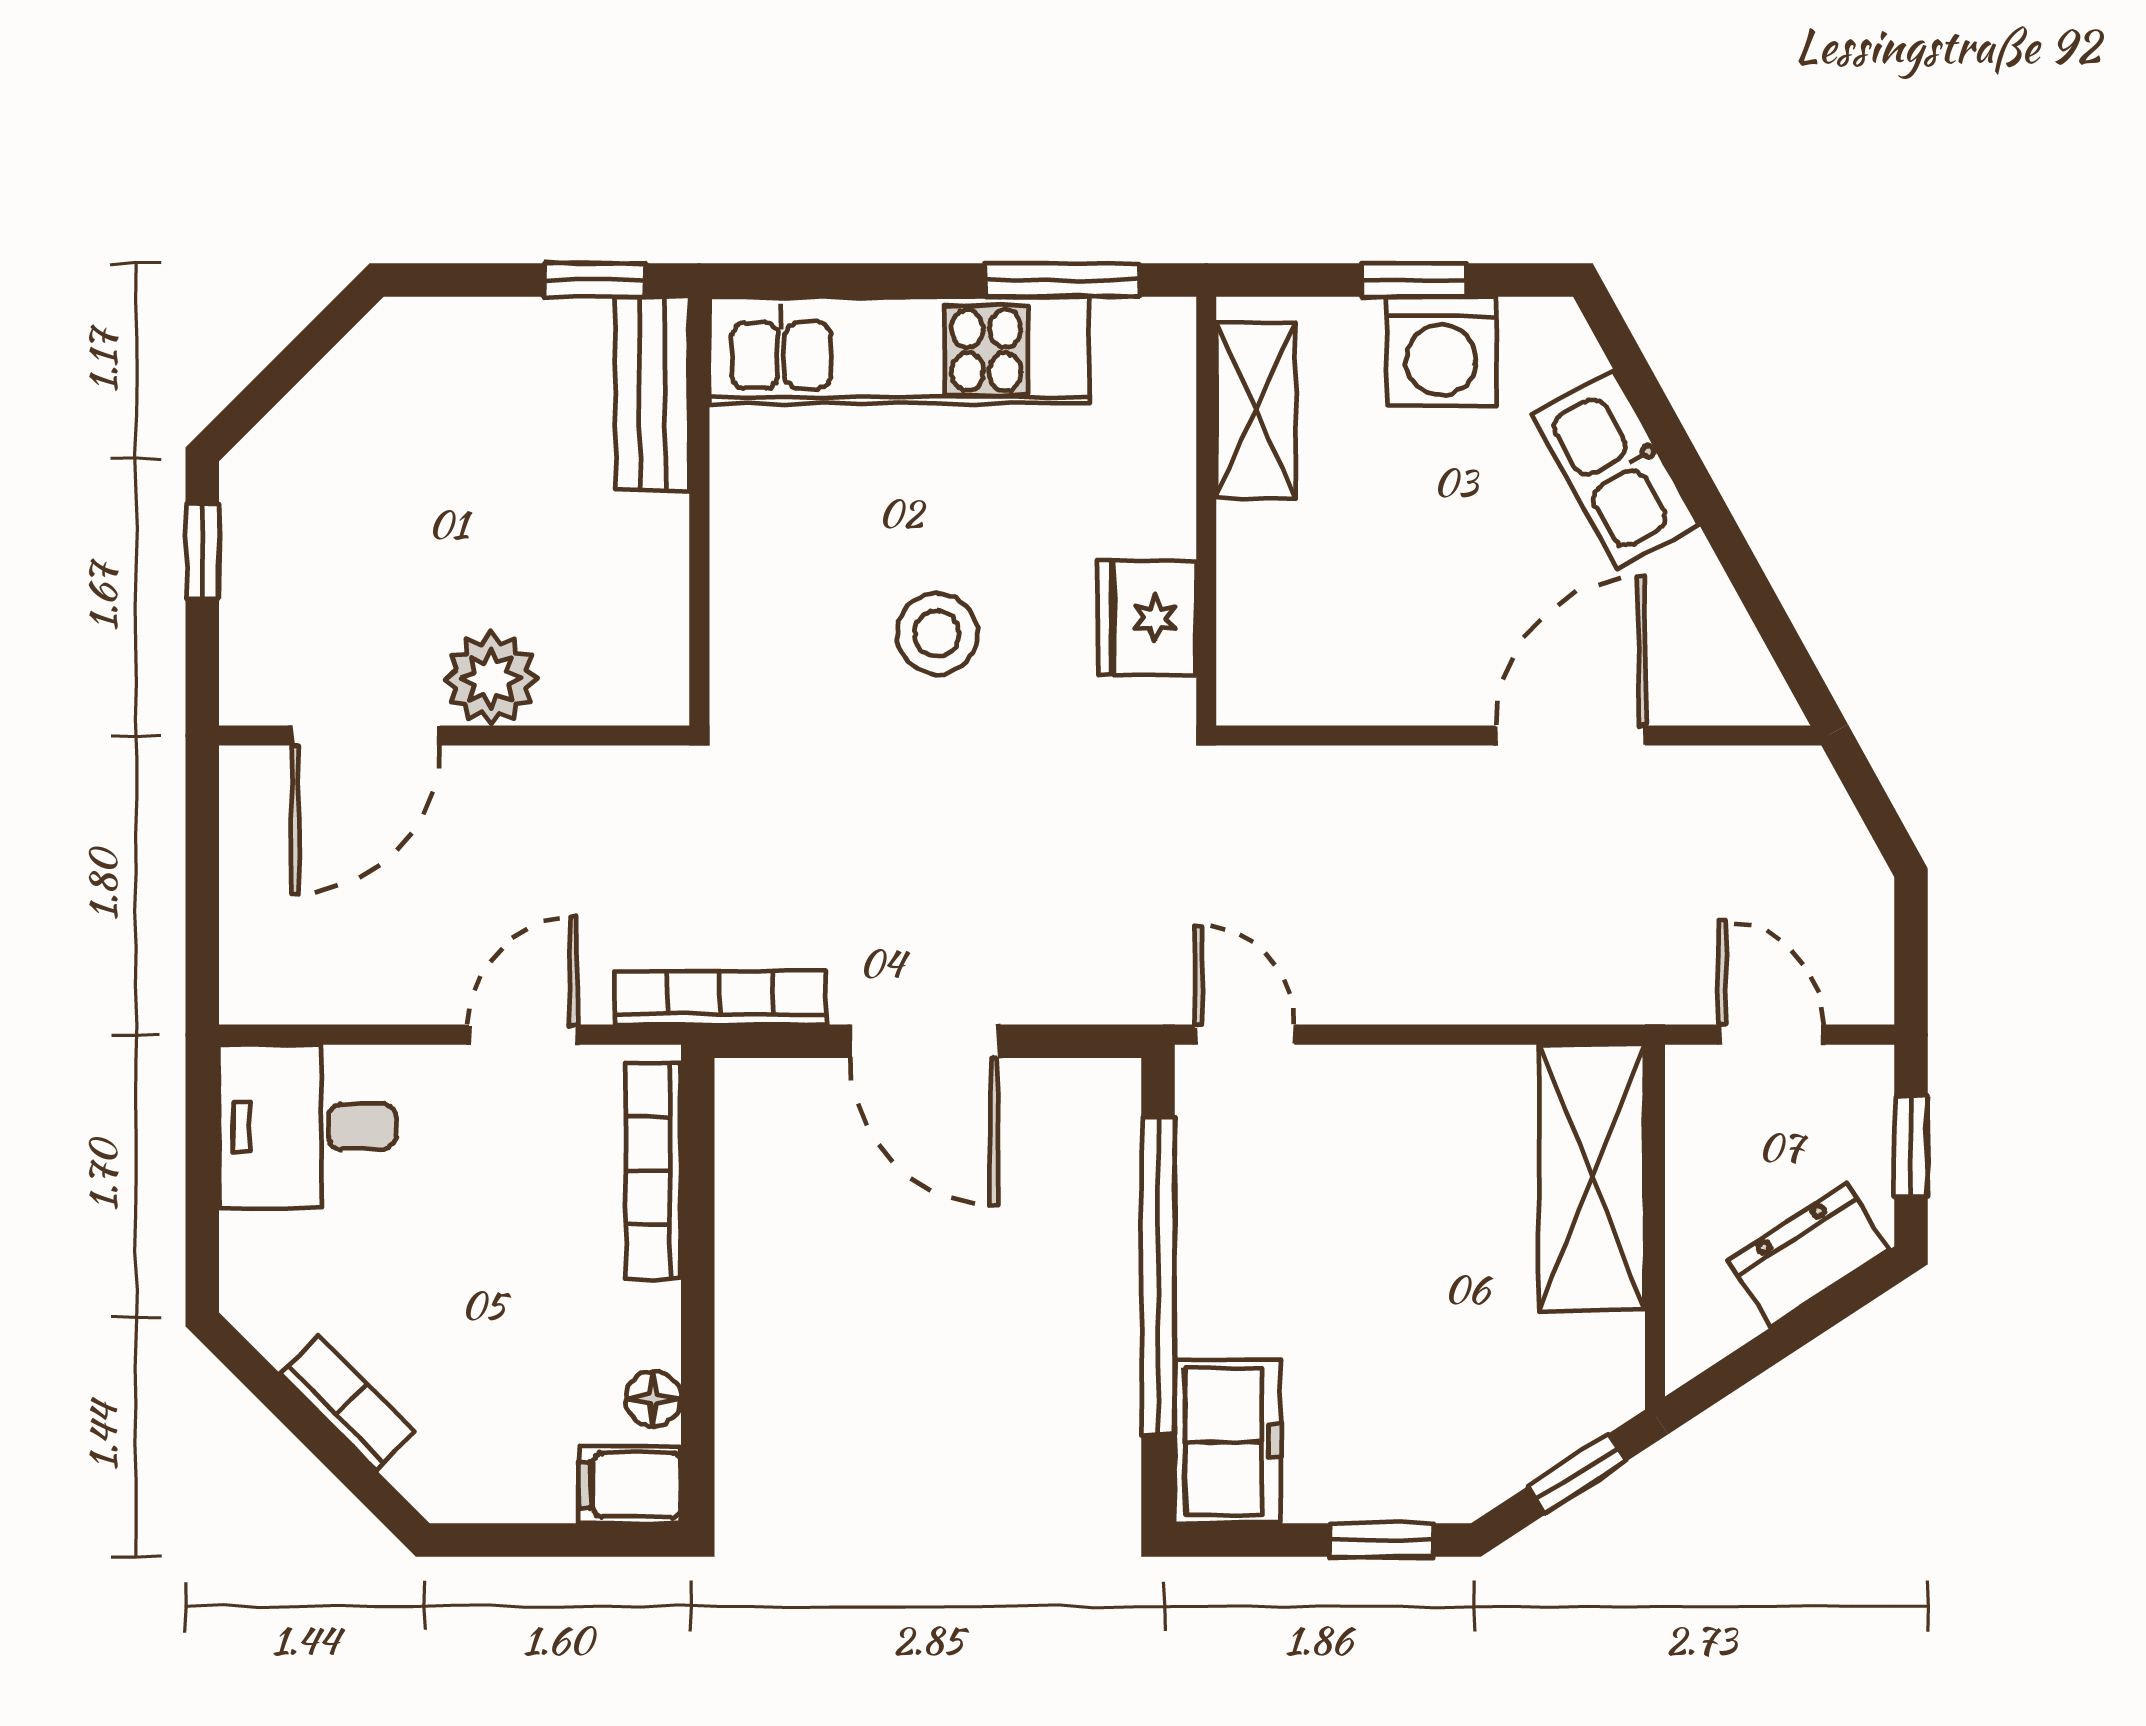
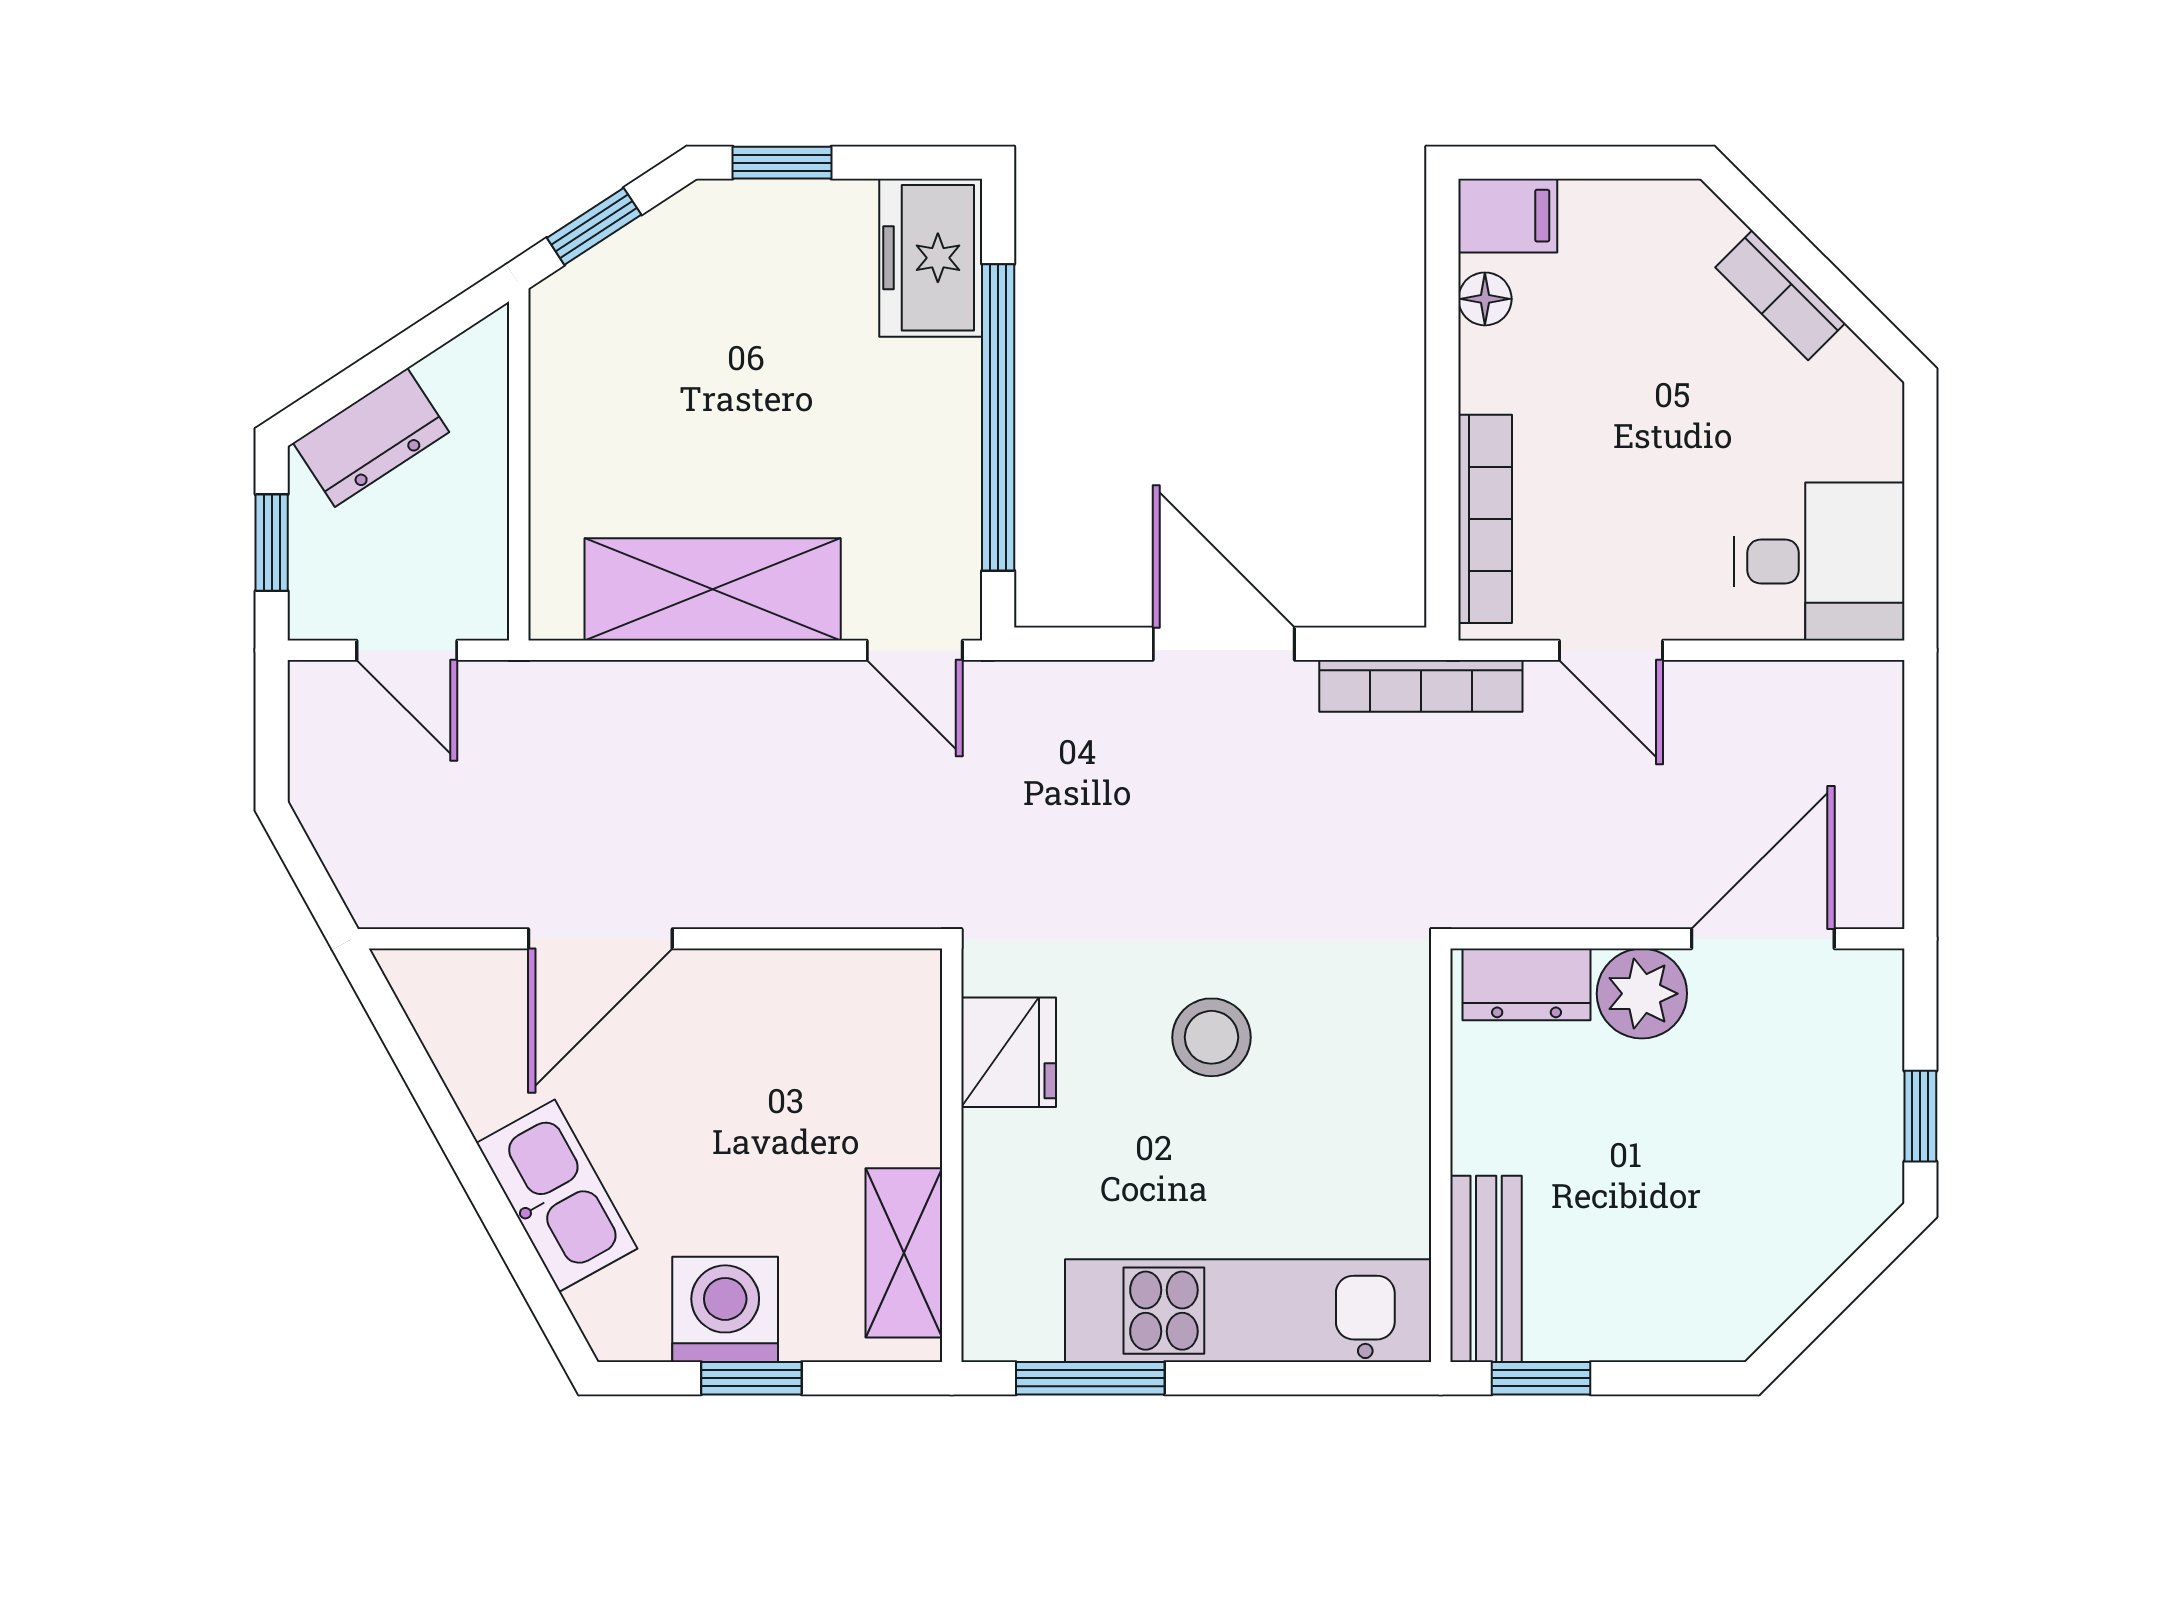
dresser: (610, 688) -> (1527, 984), added
door: (523, 1035) -> (1611, 650), hinge flipped
shelving: (1592, 1177) -> (713, 589), moved, turned 90

